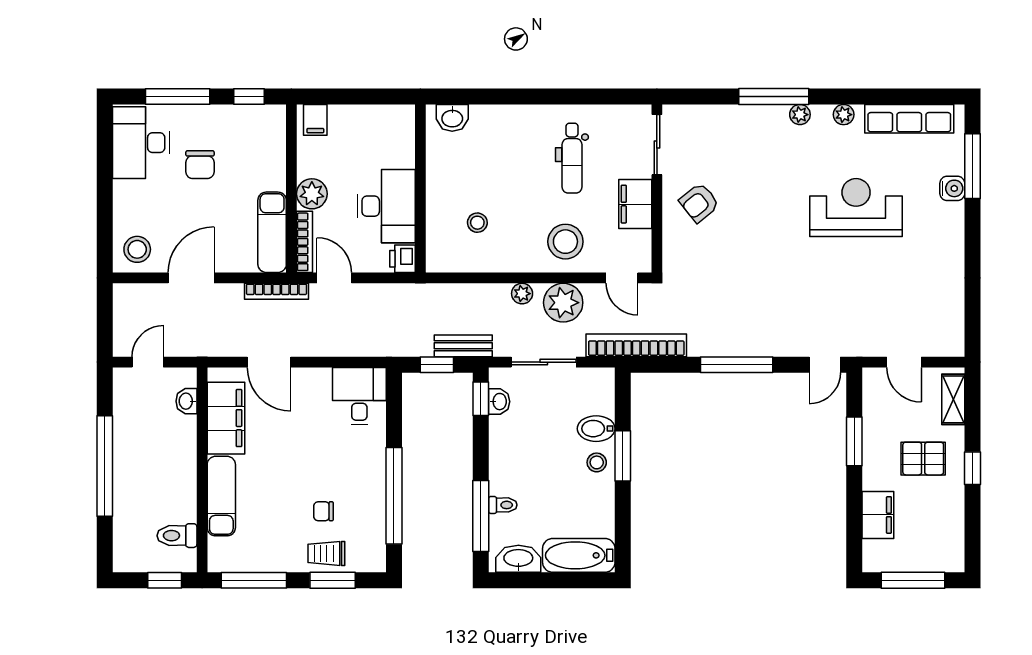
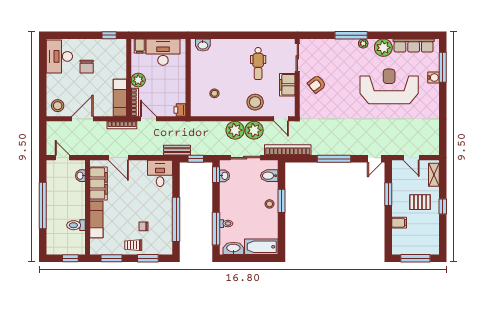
window: (178, 96) -> (76, 35), removed
plant: (844, 115) -> (383, 48), width x1.88, depth x1.88
desk: (386, 206) -> (163, 52), moved, turned -90
reception desk: (856, 208) -> (389, 86), width x1.36, depth x1.30
plant: (522, 294) -> (235, 130), width x1.88, depth x1.88
bench: (463, 346) -> (177, 150), moved
door: (148, 362) -> (62, 158), hinge flipped
bidet: (596, 429) -> (269, 176), moved
filing cabinet: (878, 515) -> (399, 223), width x0.50
toilet: (177, 536) -> (76, 225), moved
trolley: (326, 553) -> (133, 245), moved
window: (254, 580) -> (111, 258), width x0.69

